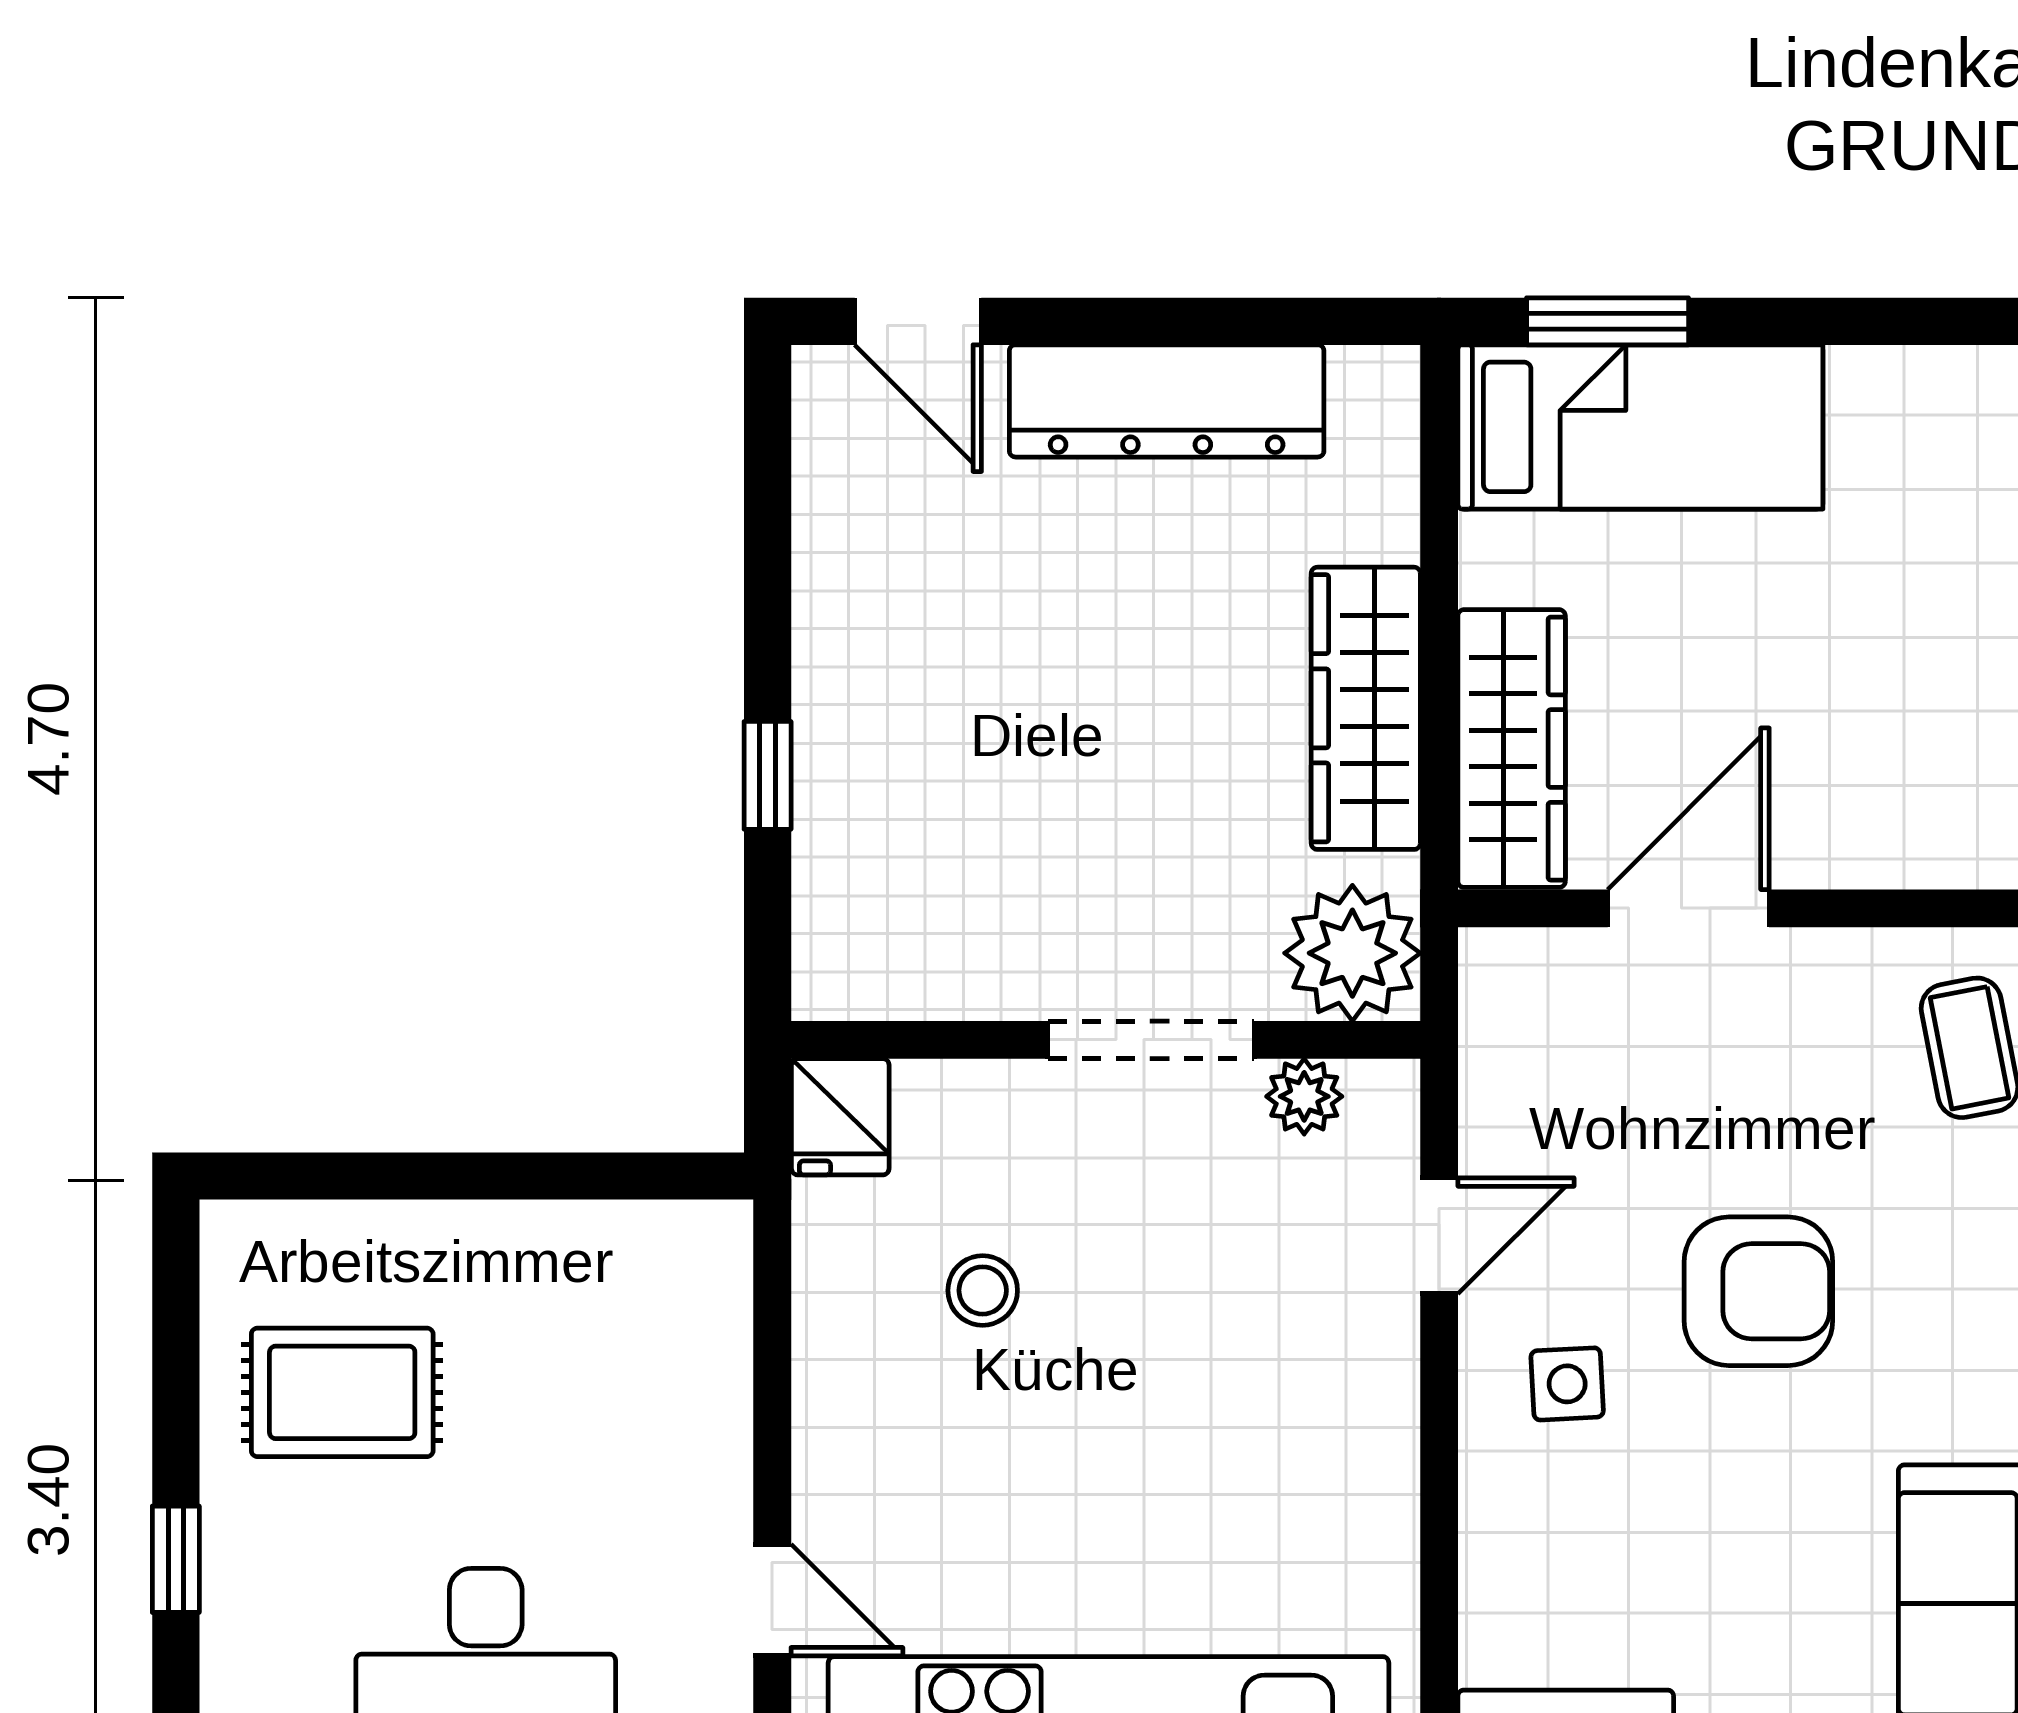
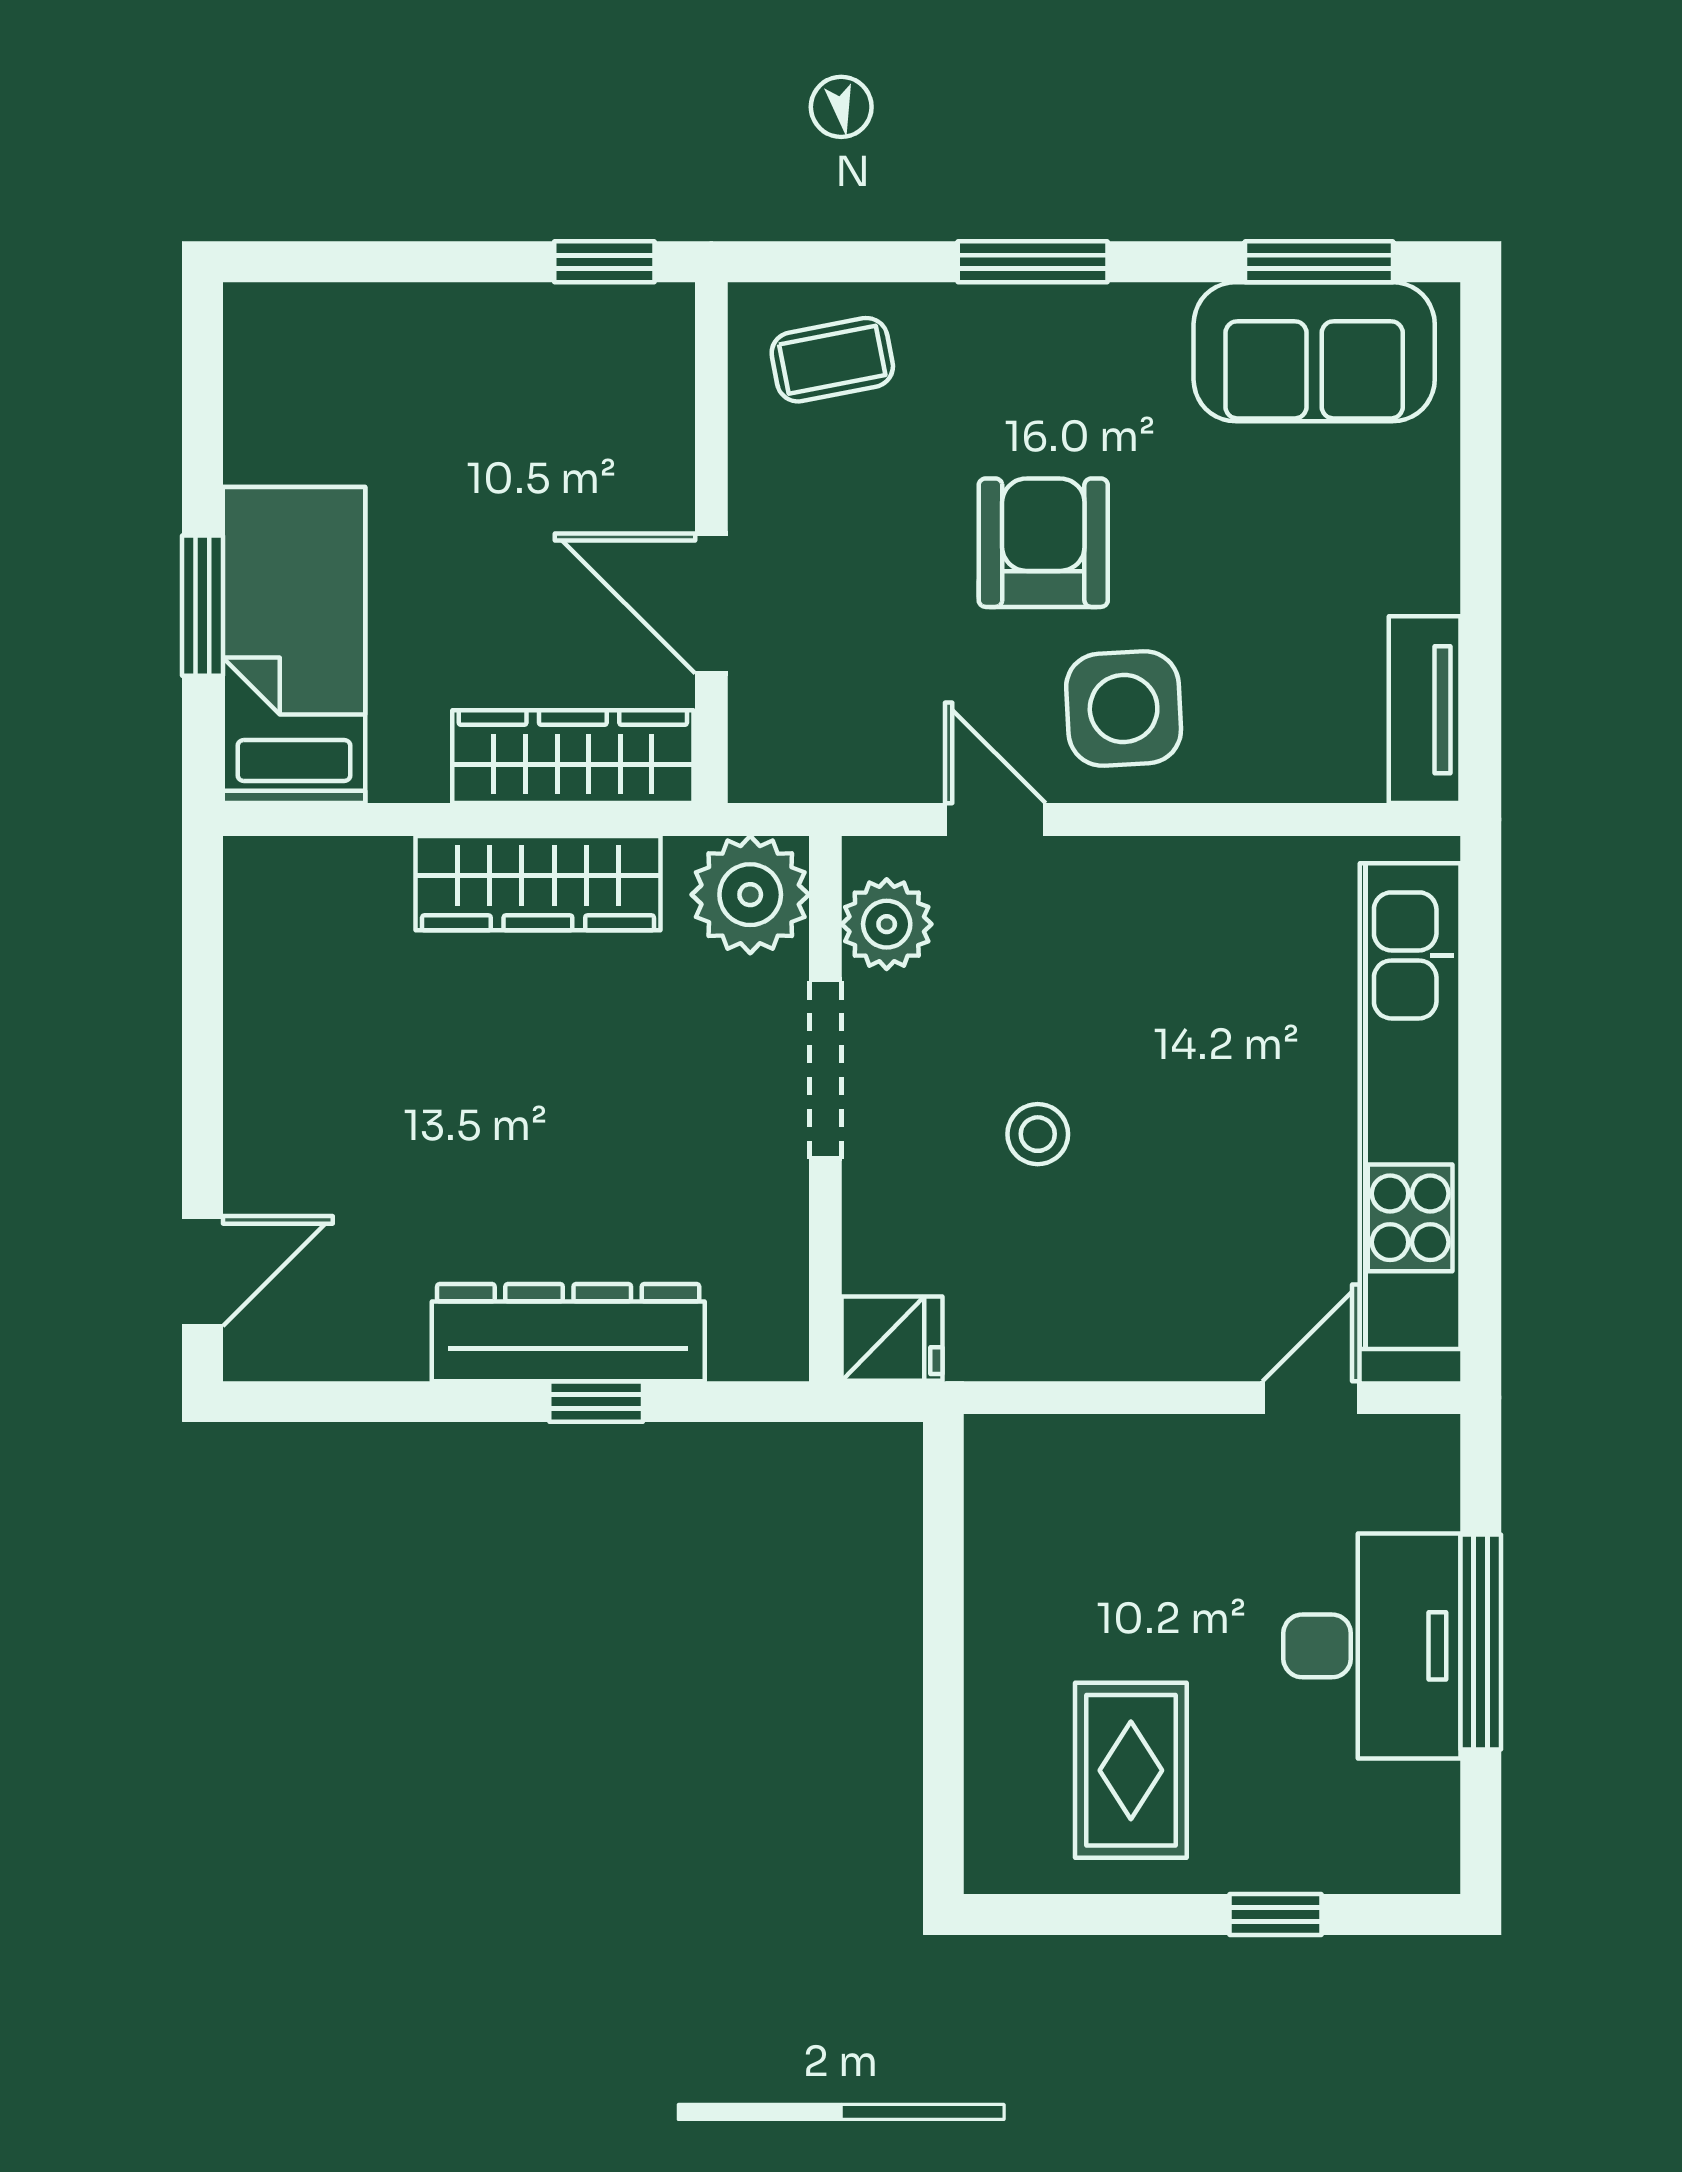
window: (1608, 321) -> (202, 606), moved
dresser: (1167, 401) -> (568, 1333), moved, turned -90
plant: (1304, 1096) -> (887, 924), width x1.38, depth x1.38
stool: (983, 1290) -> (1038, 1134), moved
side table: (1567, 1384) -> (1124, 709), width x1.87, depth x1.87

